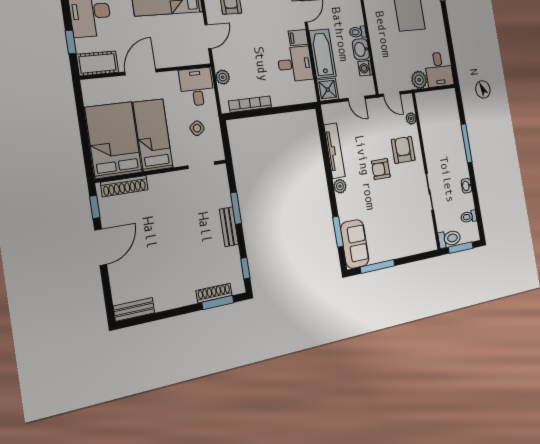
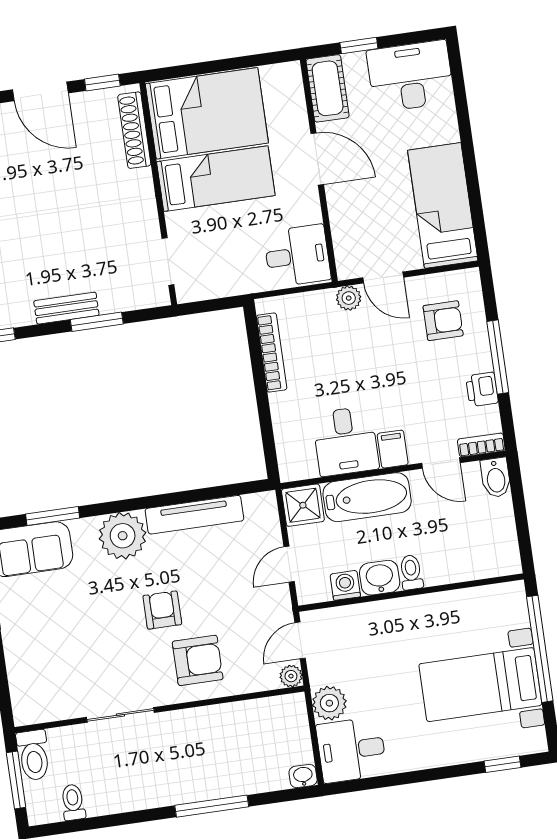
plant: (223, 77) -> (349, 298), moved
plant: (411, 118) -> (291, 676), moved
side table: (197, 128) -> (229, 255), removed
plant: (340, 186) -> (123, 536), width x1.88, depth x1.88
washbasin: (466, 186) -> (303, 776), moved

